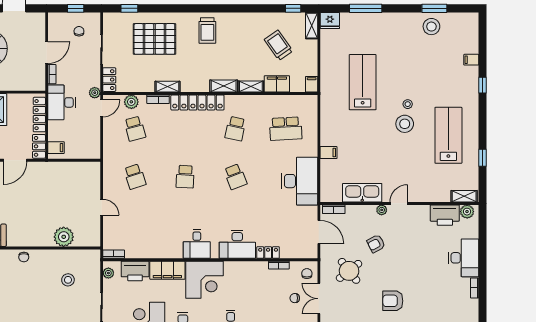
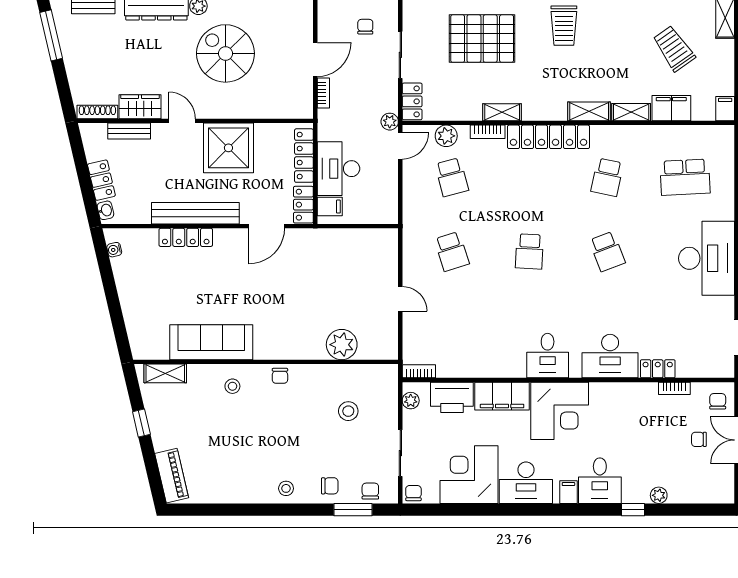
desk: (62, 102) -> (338, 169), moved

